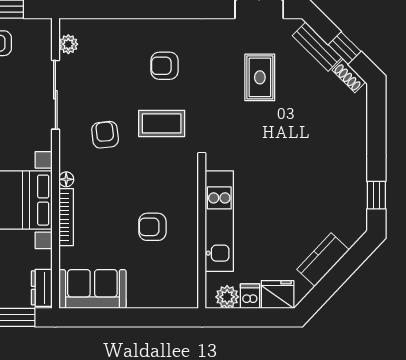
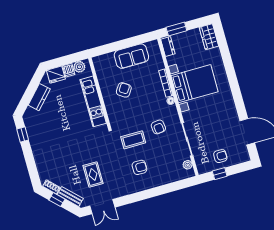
armchair: (152, 227) -> (124, 90), turned -57
sofa: (92, 289) -> (131, 56), moved

